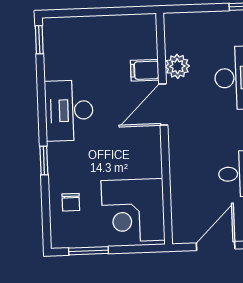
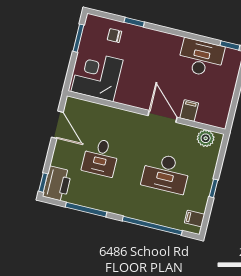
plant: (177, 66) -> (206, 138), moved
desk: (69, 110) -> (201, 58), moved
window: (44, 160) -> (134, 22), moved

